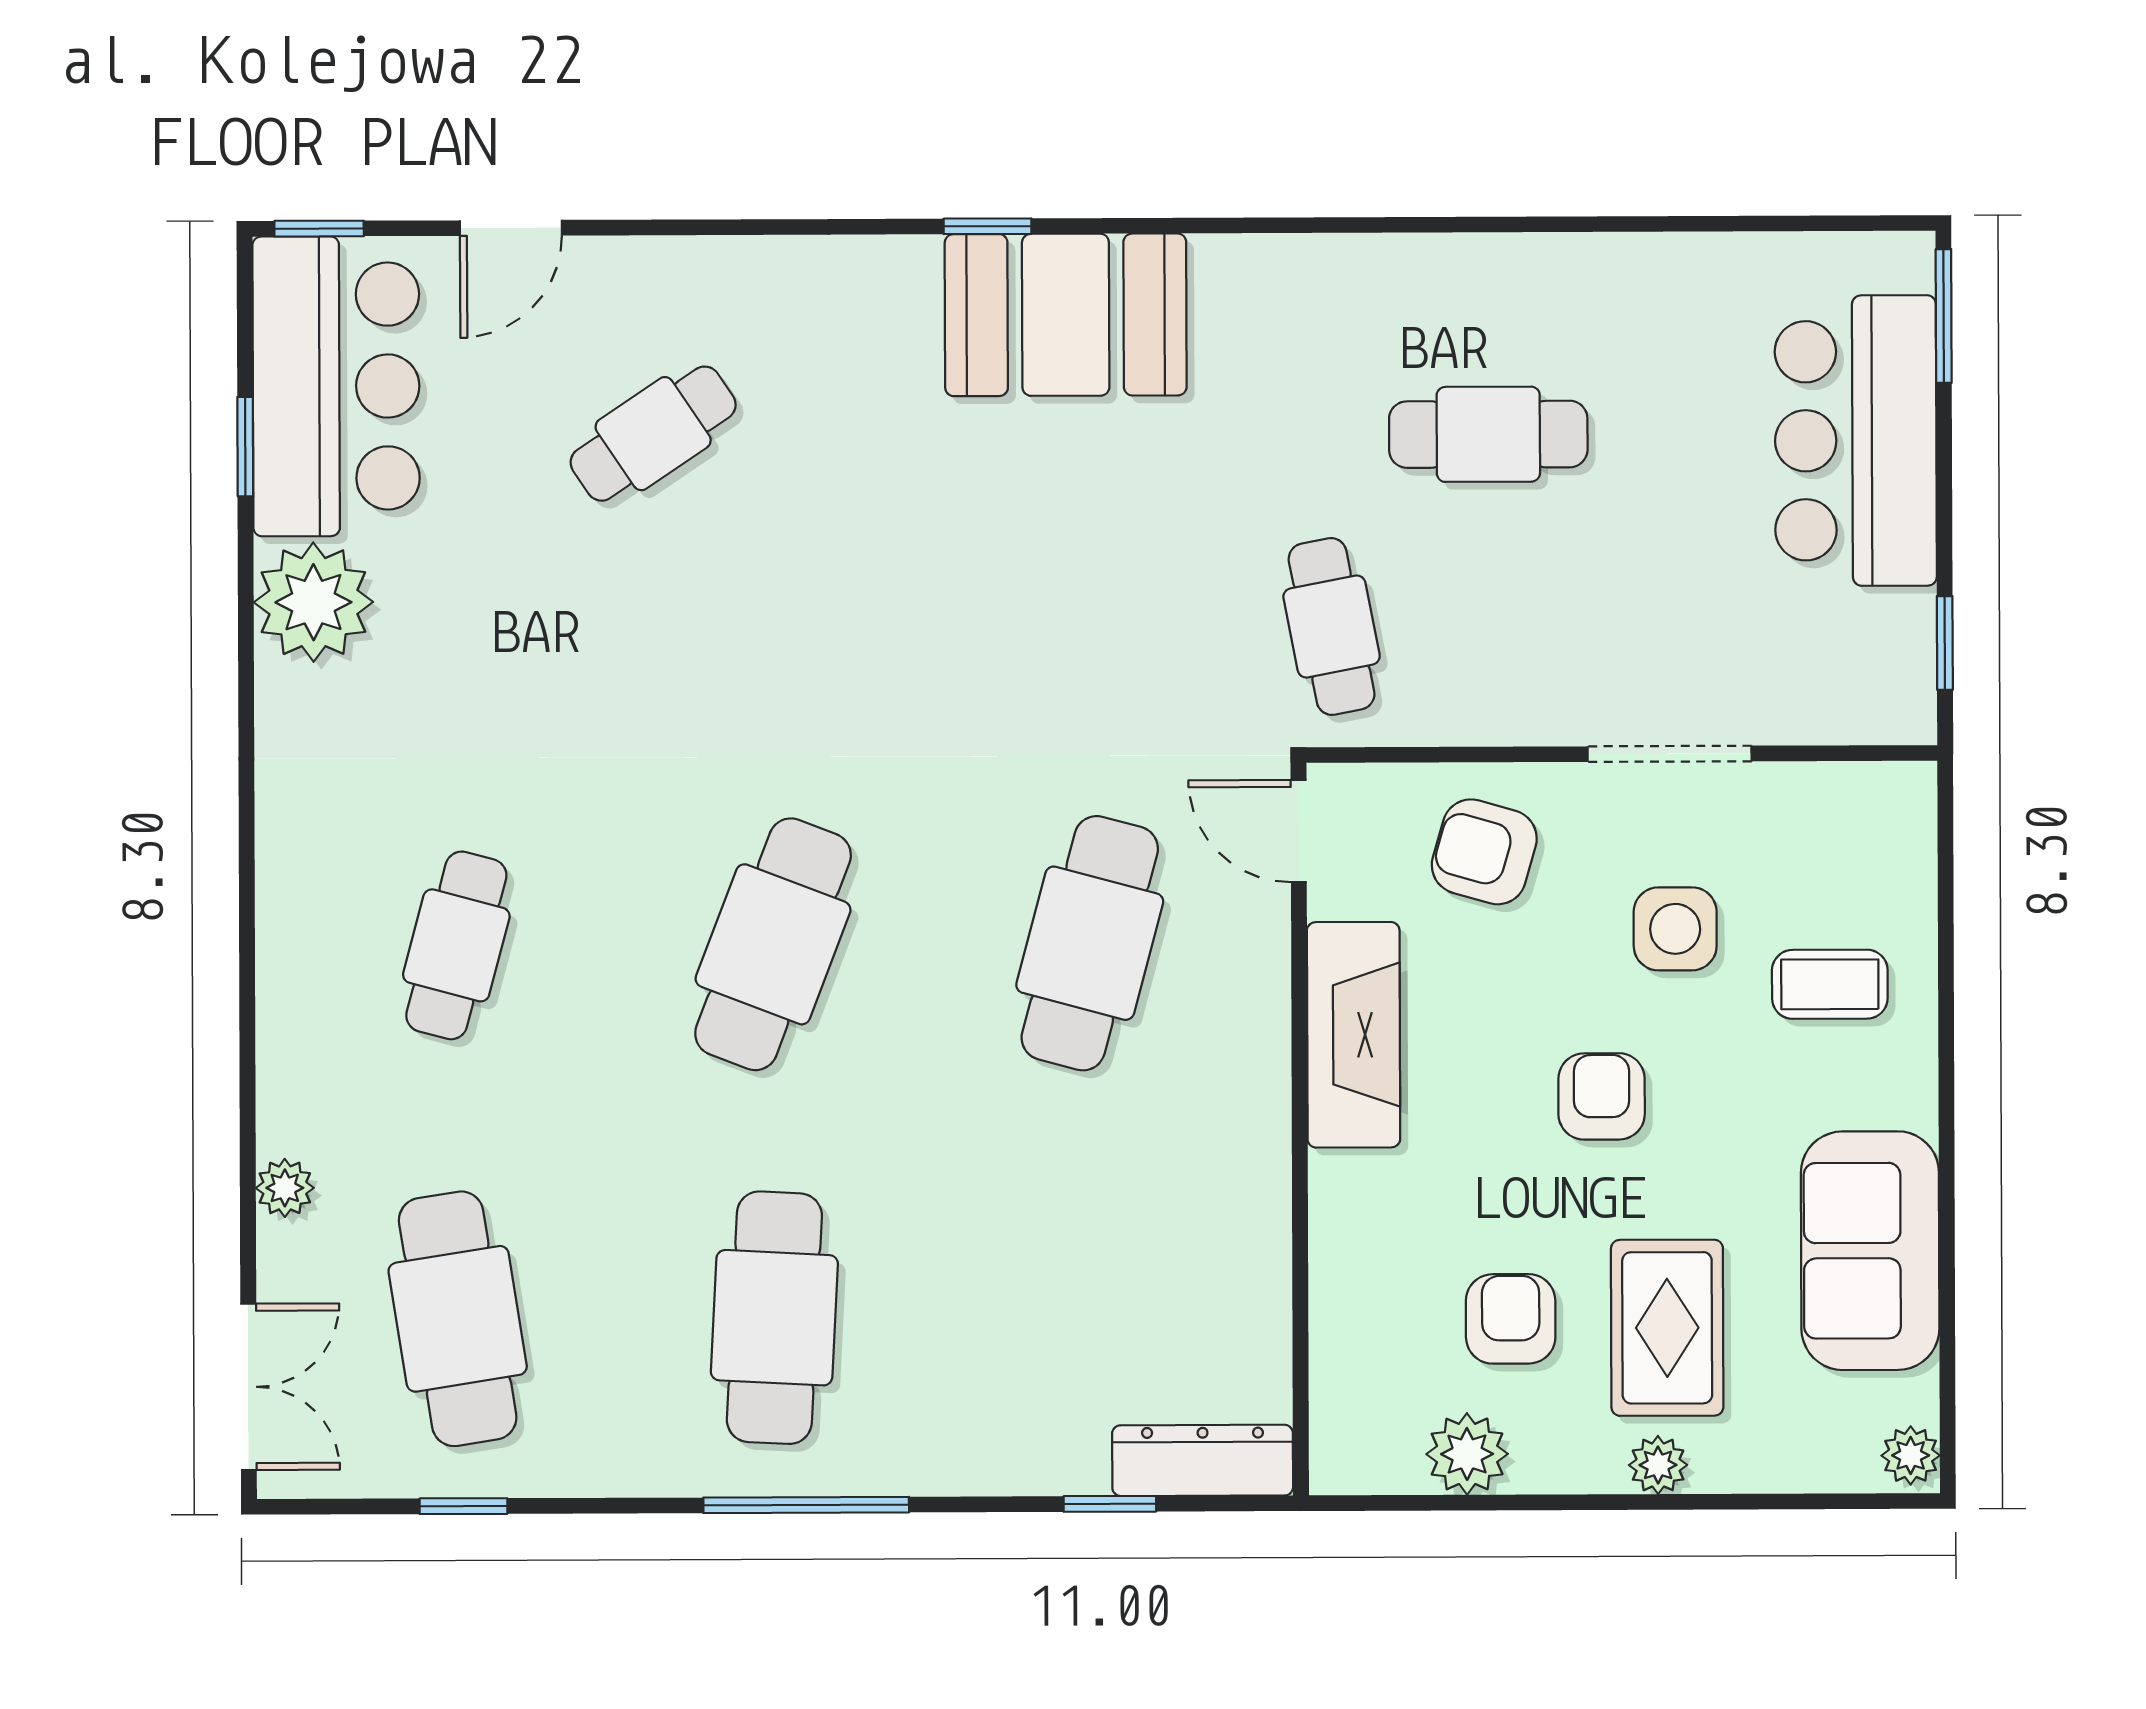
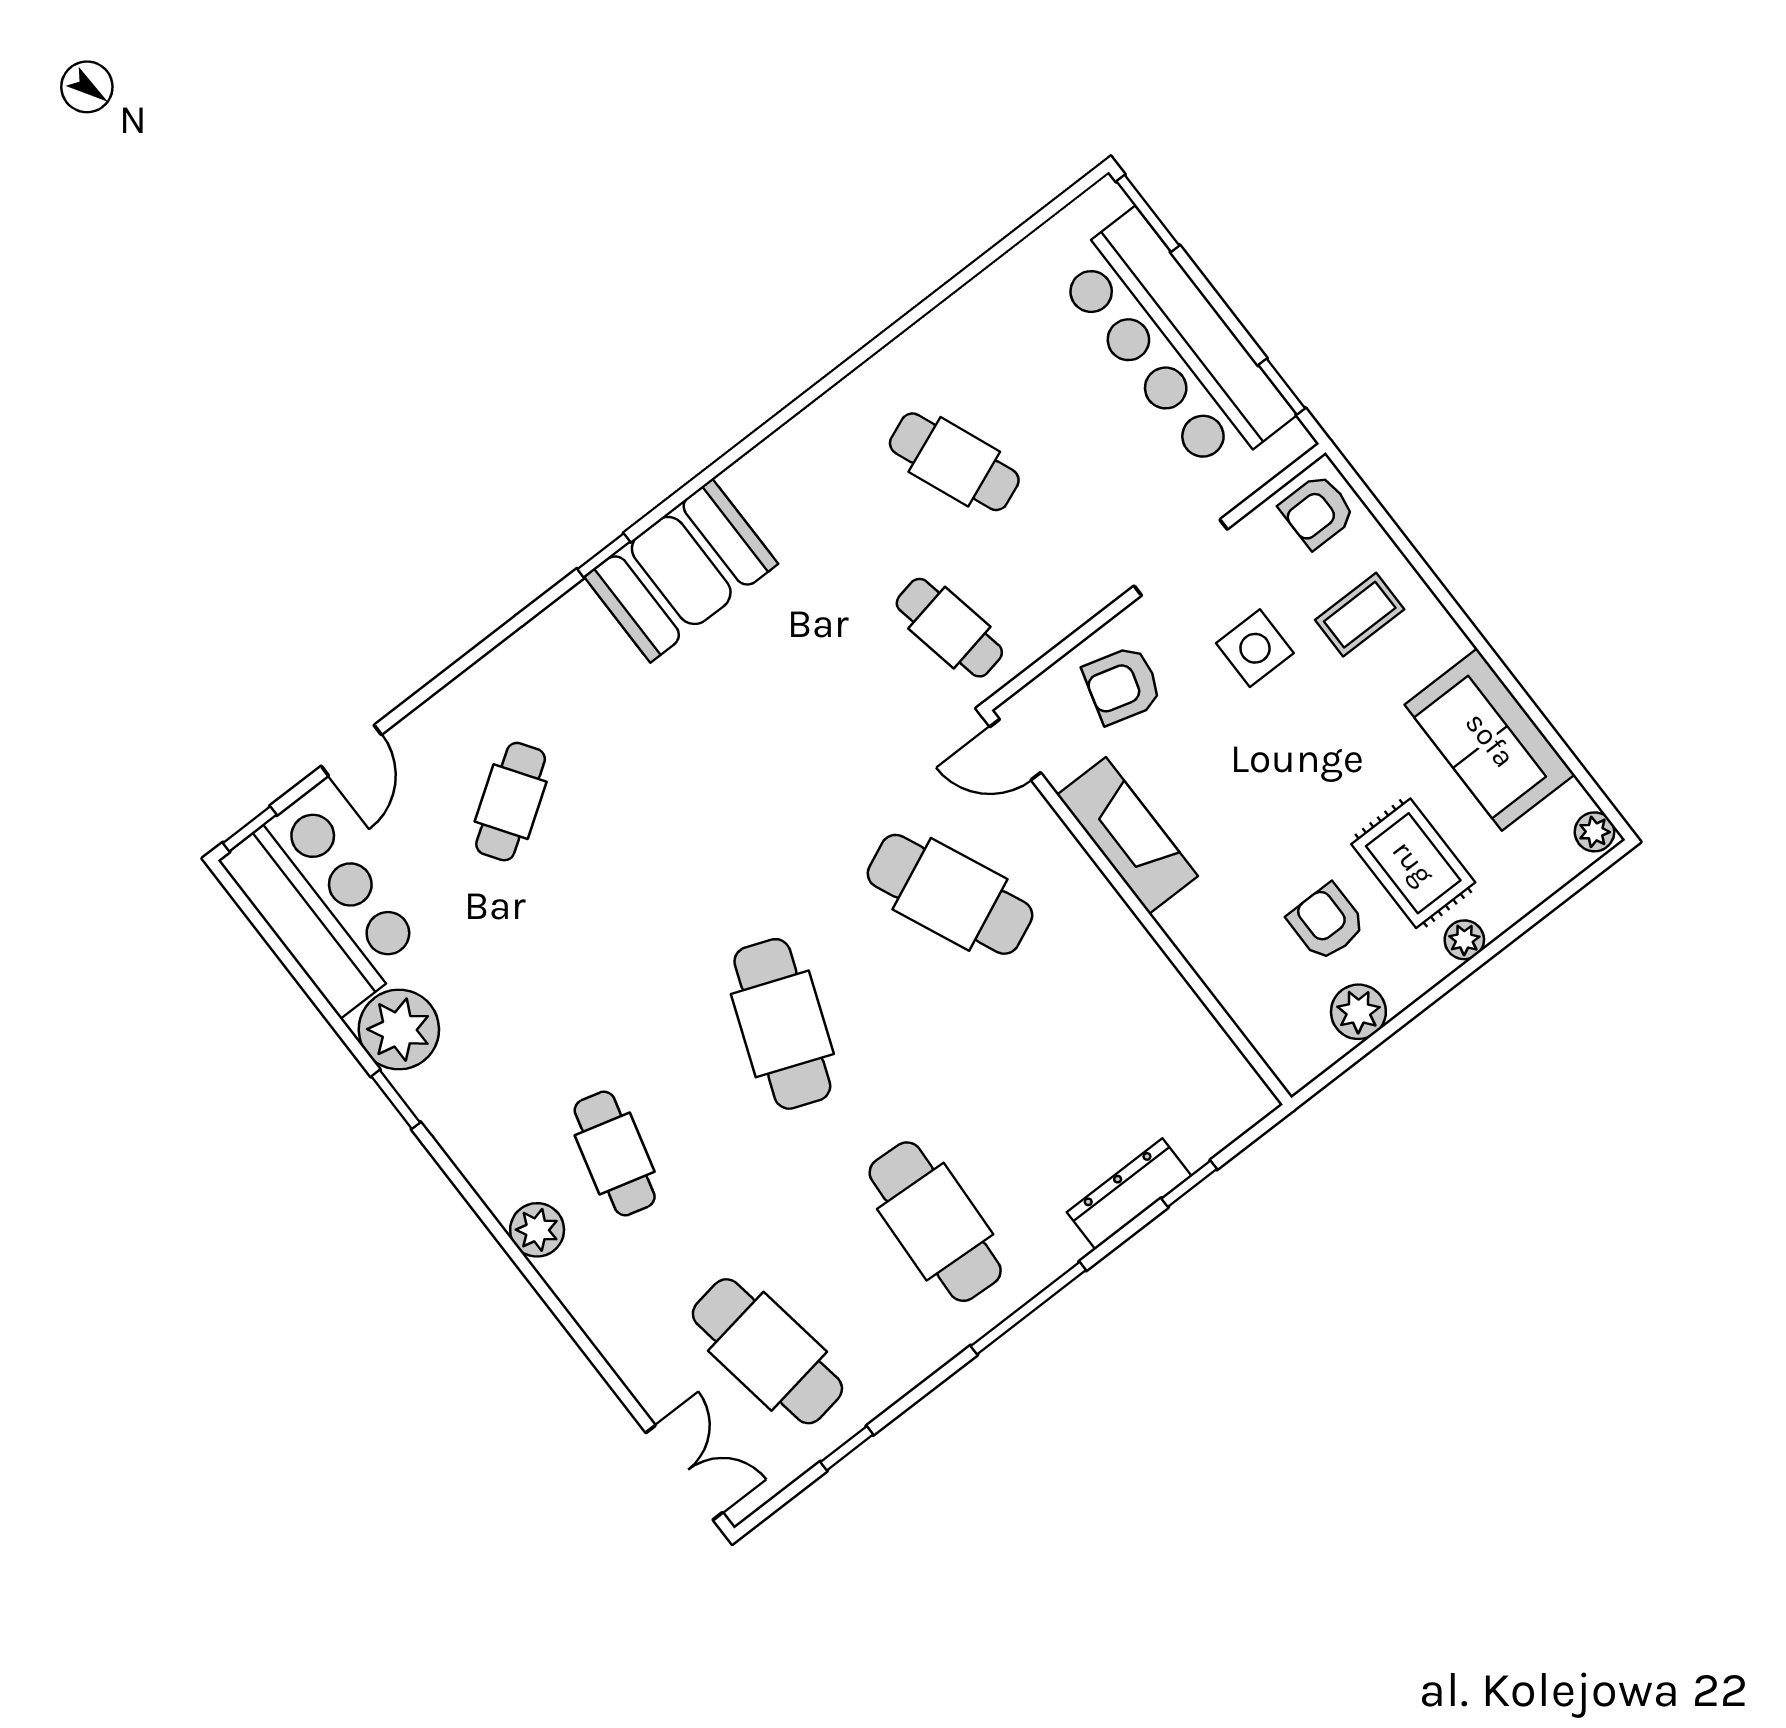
cafe table: (1488, 434) -> (954, 462), turned 68
bar counter: (1856, 441) -> (1174, 343), width x1.36
window: (245, 447) -> (396, 1099), moved
cafe table: (1090, 943) -> (950, 894), turned -39
armchair: (1602, 1096) -> (1317, 511), moved, turned -90
plant: (285, 1188) -> (537, 1230), moved, width x1.38, depth x1.38
dresser: (1203, 1460) -> (1129, 1194), moved

